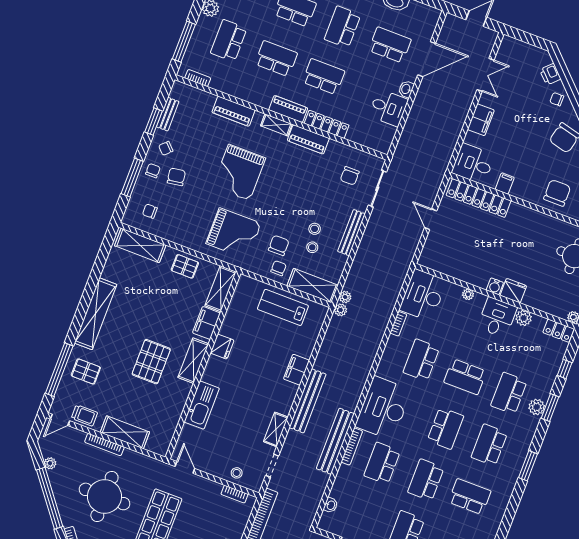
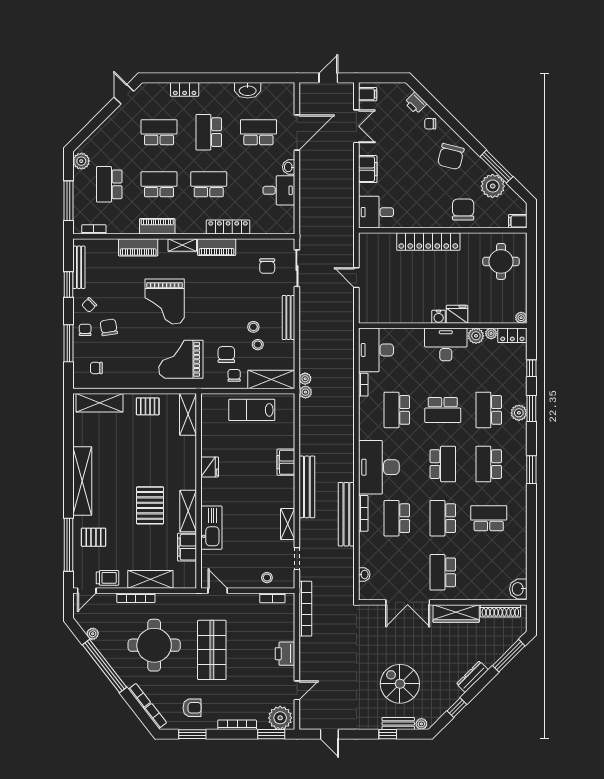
piano: (288, 109) -> (157, 226), moved
bench: (168, 114) -> (79, 267), width x1.36
filing cabinet: (505, 184) -> (368, 94), moved, turned 90
locker: (479, 198) -> (428, 242), moved
grand piano: (234, 233) -> (181, 359), turned 180
plant: (468, 294) -> (491, 333), moved
desk: (497, 317) -> (446, 344), width x1.37
filing cabinet: (206, 323) -> (187, 547), moved
shelving: (193, 361) -> (188, 511), moved

